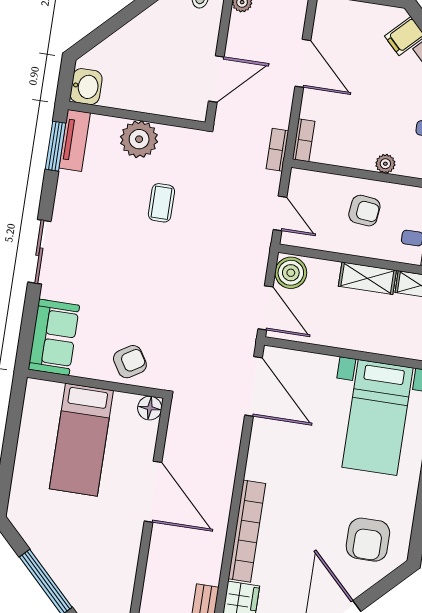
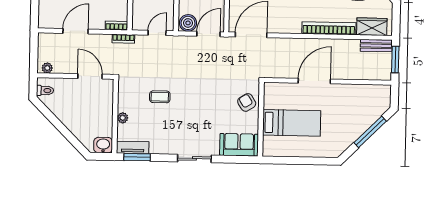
plant: (139, 139) -> (123, 118), width x0.53, depth x0.53
floor lamp: (150, 408) -> (270, 89), removed

